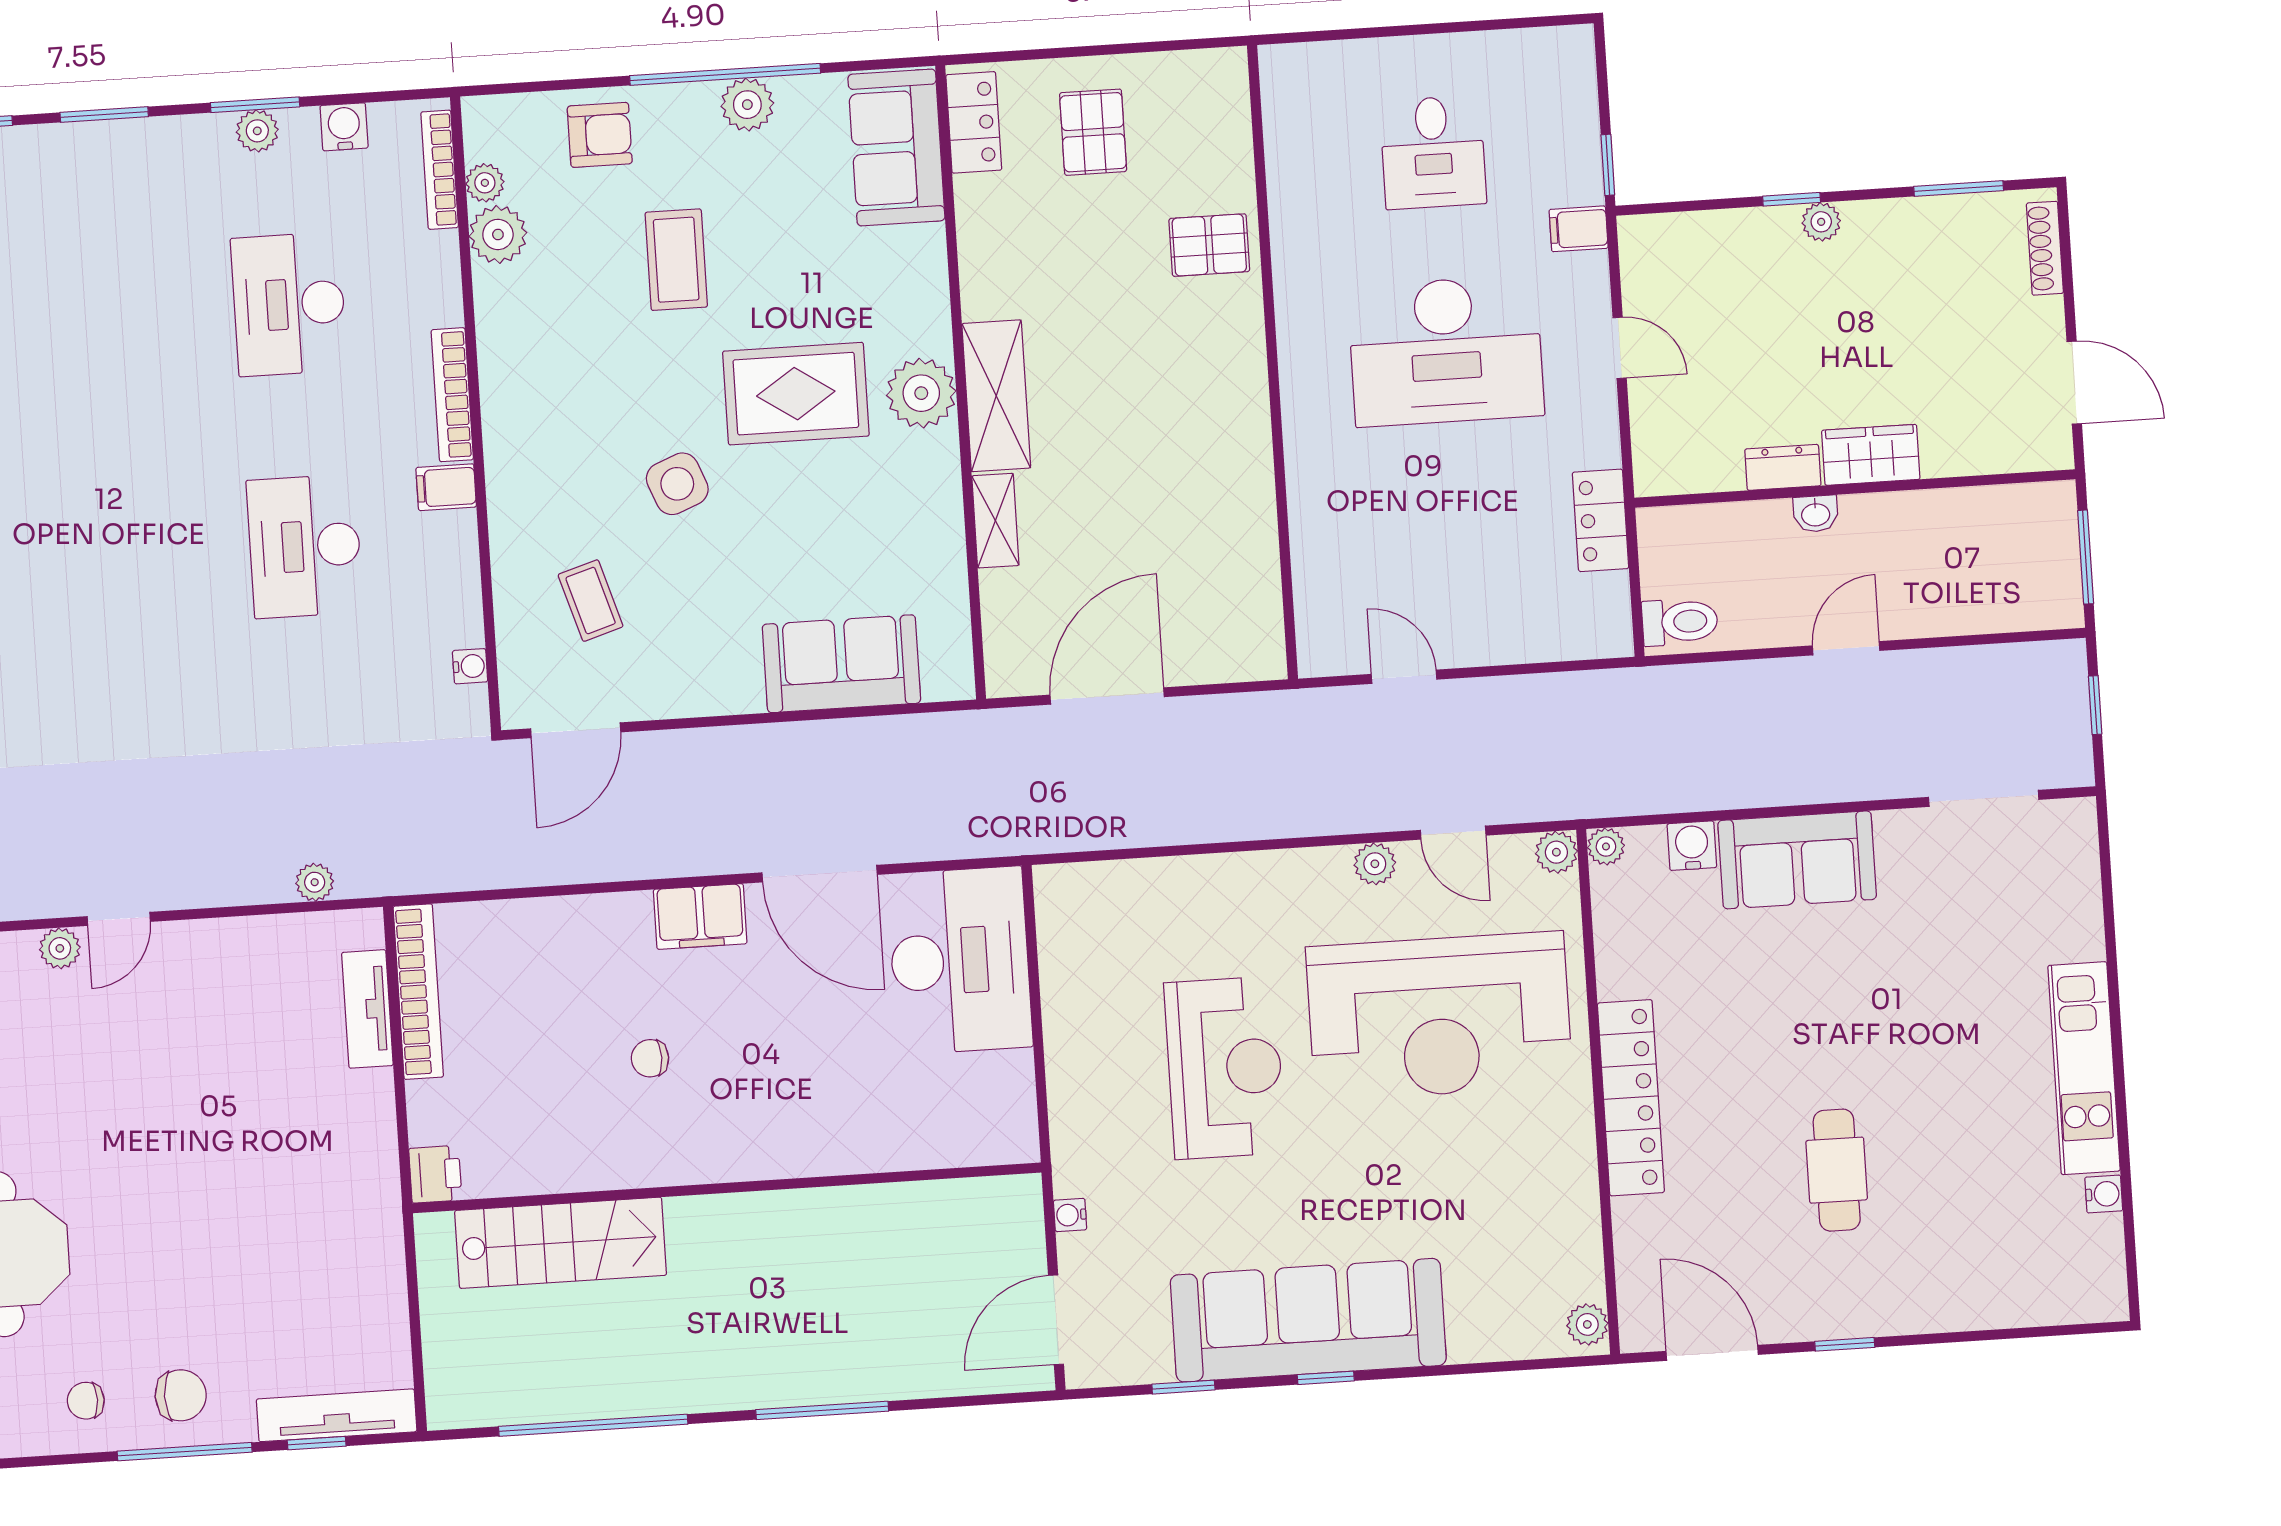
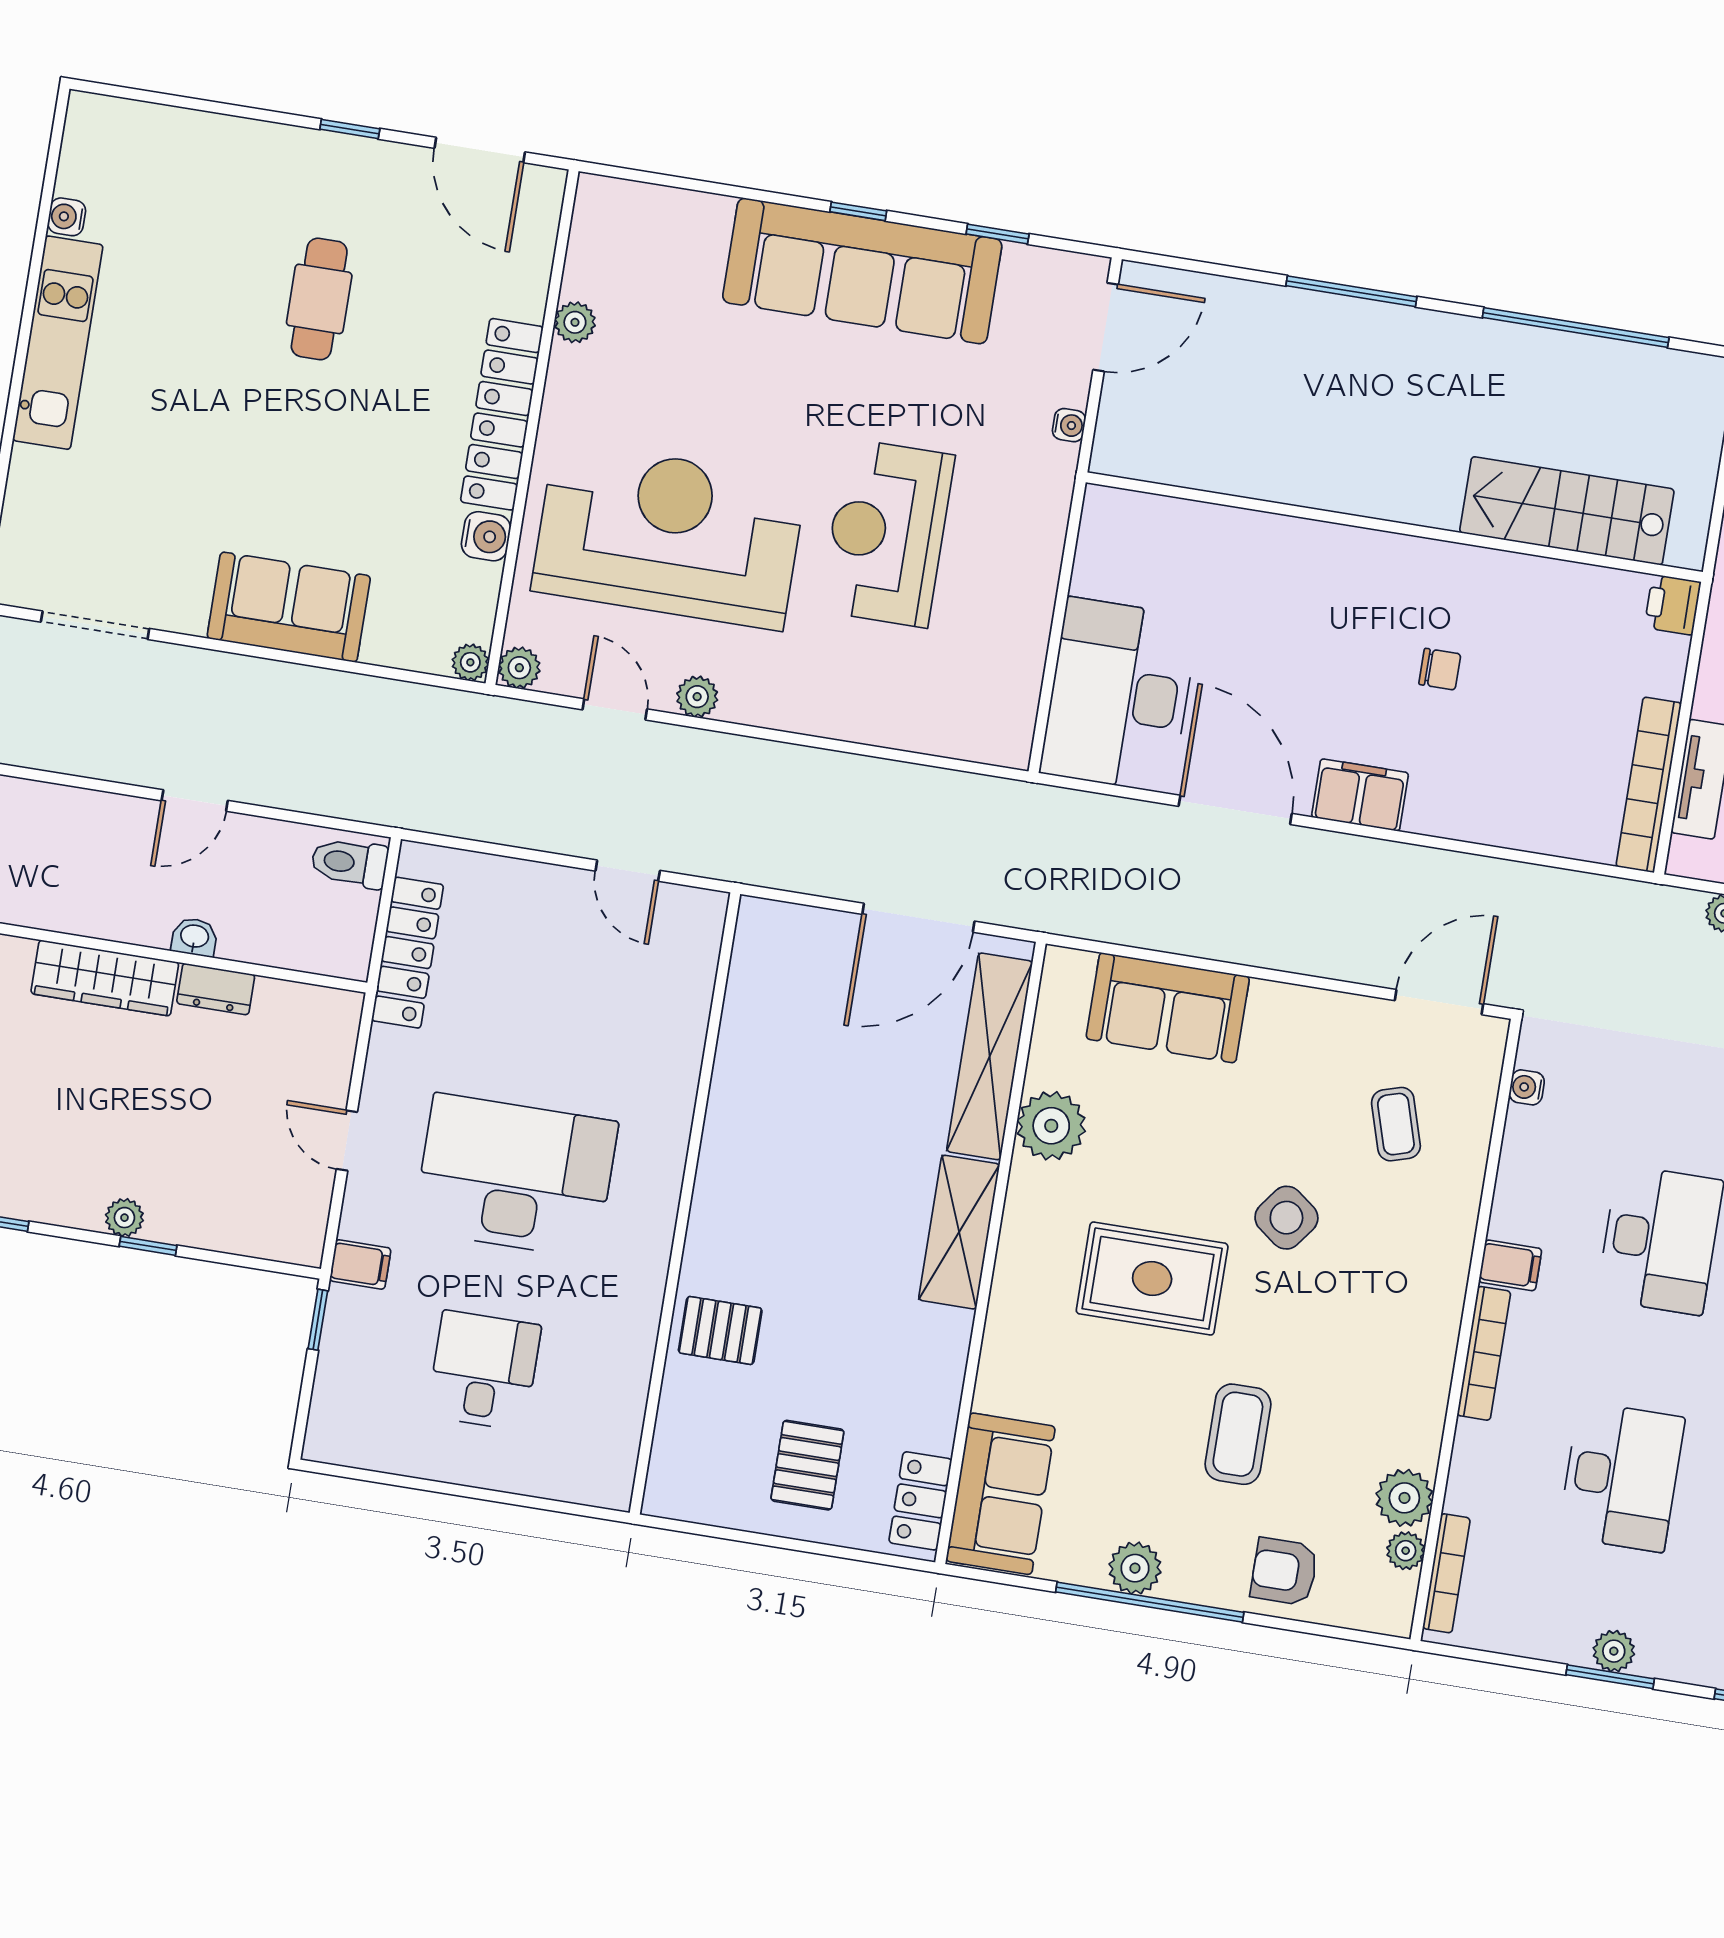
water cooler: (344, 127) -> (1529, 1636), removed
plant: (921, 393) -> (1051, 1126), moved
wardrobe: (1871, 455) -> (105, 978), width x1.50
side table: (677, 484) -> (1286, 1218), turned -31
locker: (1601, 520) -> (408, 953), width x1.53
shelving: (995, 521) -> (990, 1056), width x2.20, depth x1.33
water cooler: (1692, 846) -> (486, 536), moved, turned -90
plant: (1587, 1324) -> (575, 322), moved

